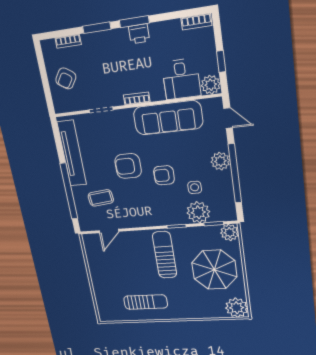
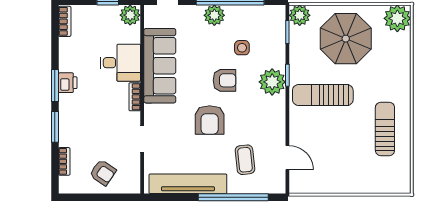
desk: (181, 79) -> (120, 63), moved
armchair: (164, 175) -> (224, 80), turned -90
plant: (198, 212) -> (272, 82), moved

